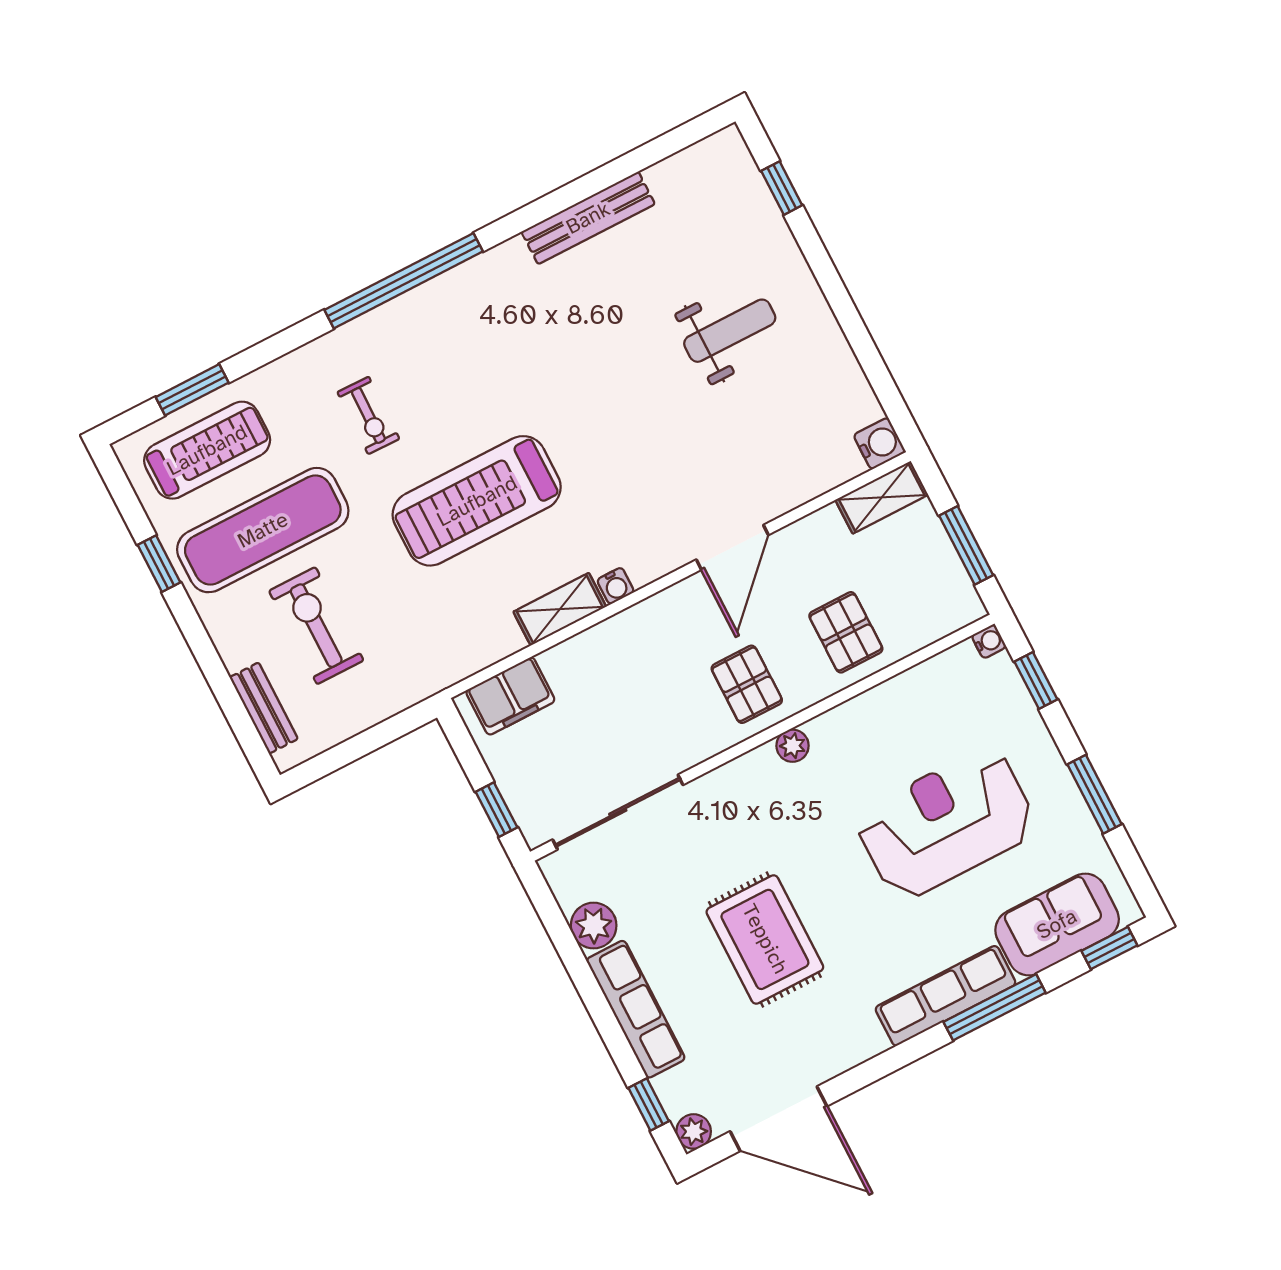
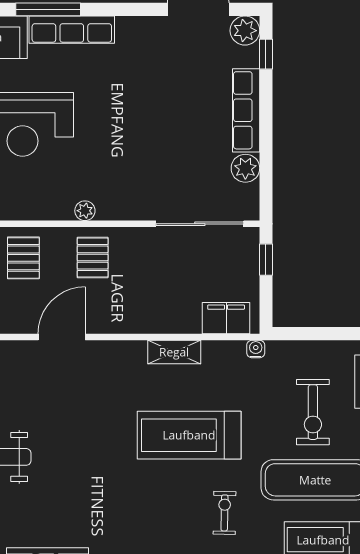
treadmill: (477, 501) -> (189, 435), turned 180
water cooler: (616, 586) -> (256, 349), moved
rug: (765, 939) -> (155, 112), removed
plant: (694, 1131) -> (245, 31), width x1.38, depth x1.38

